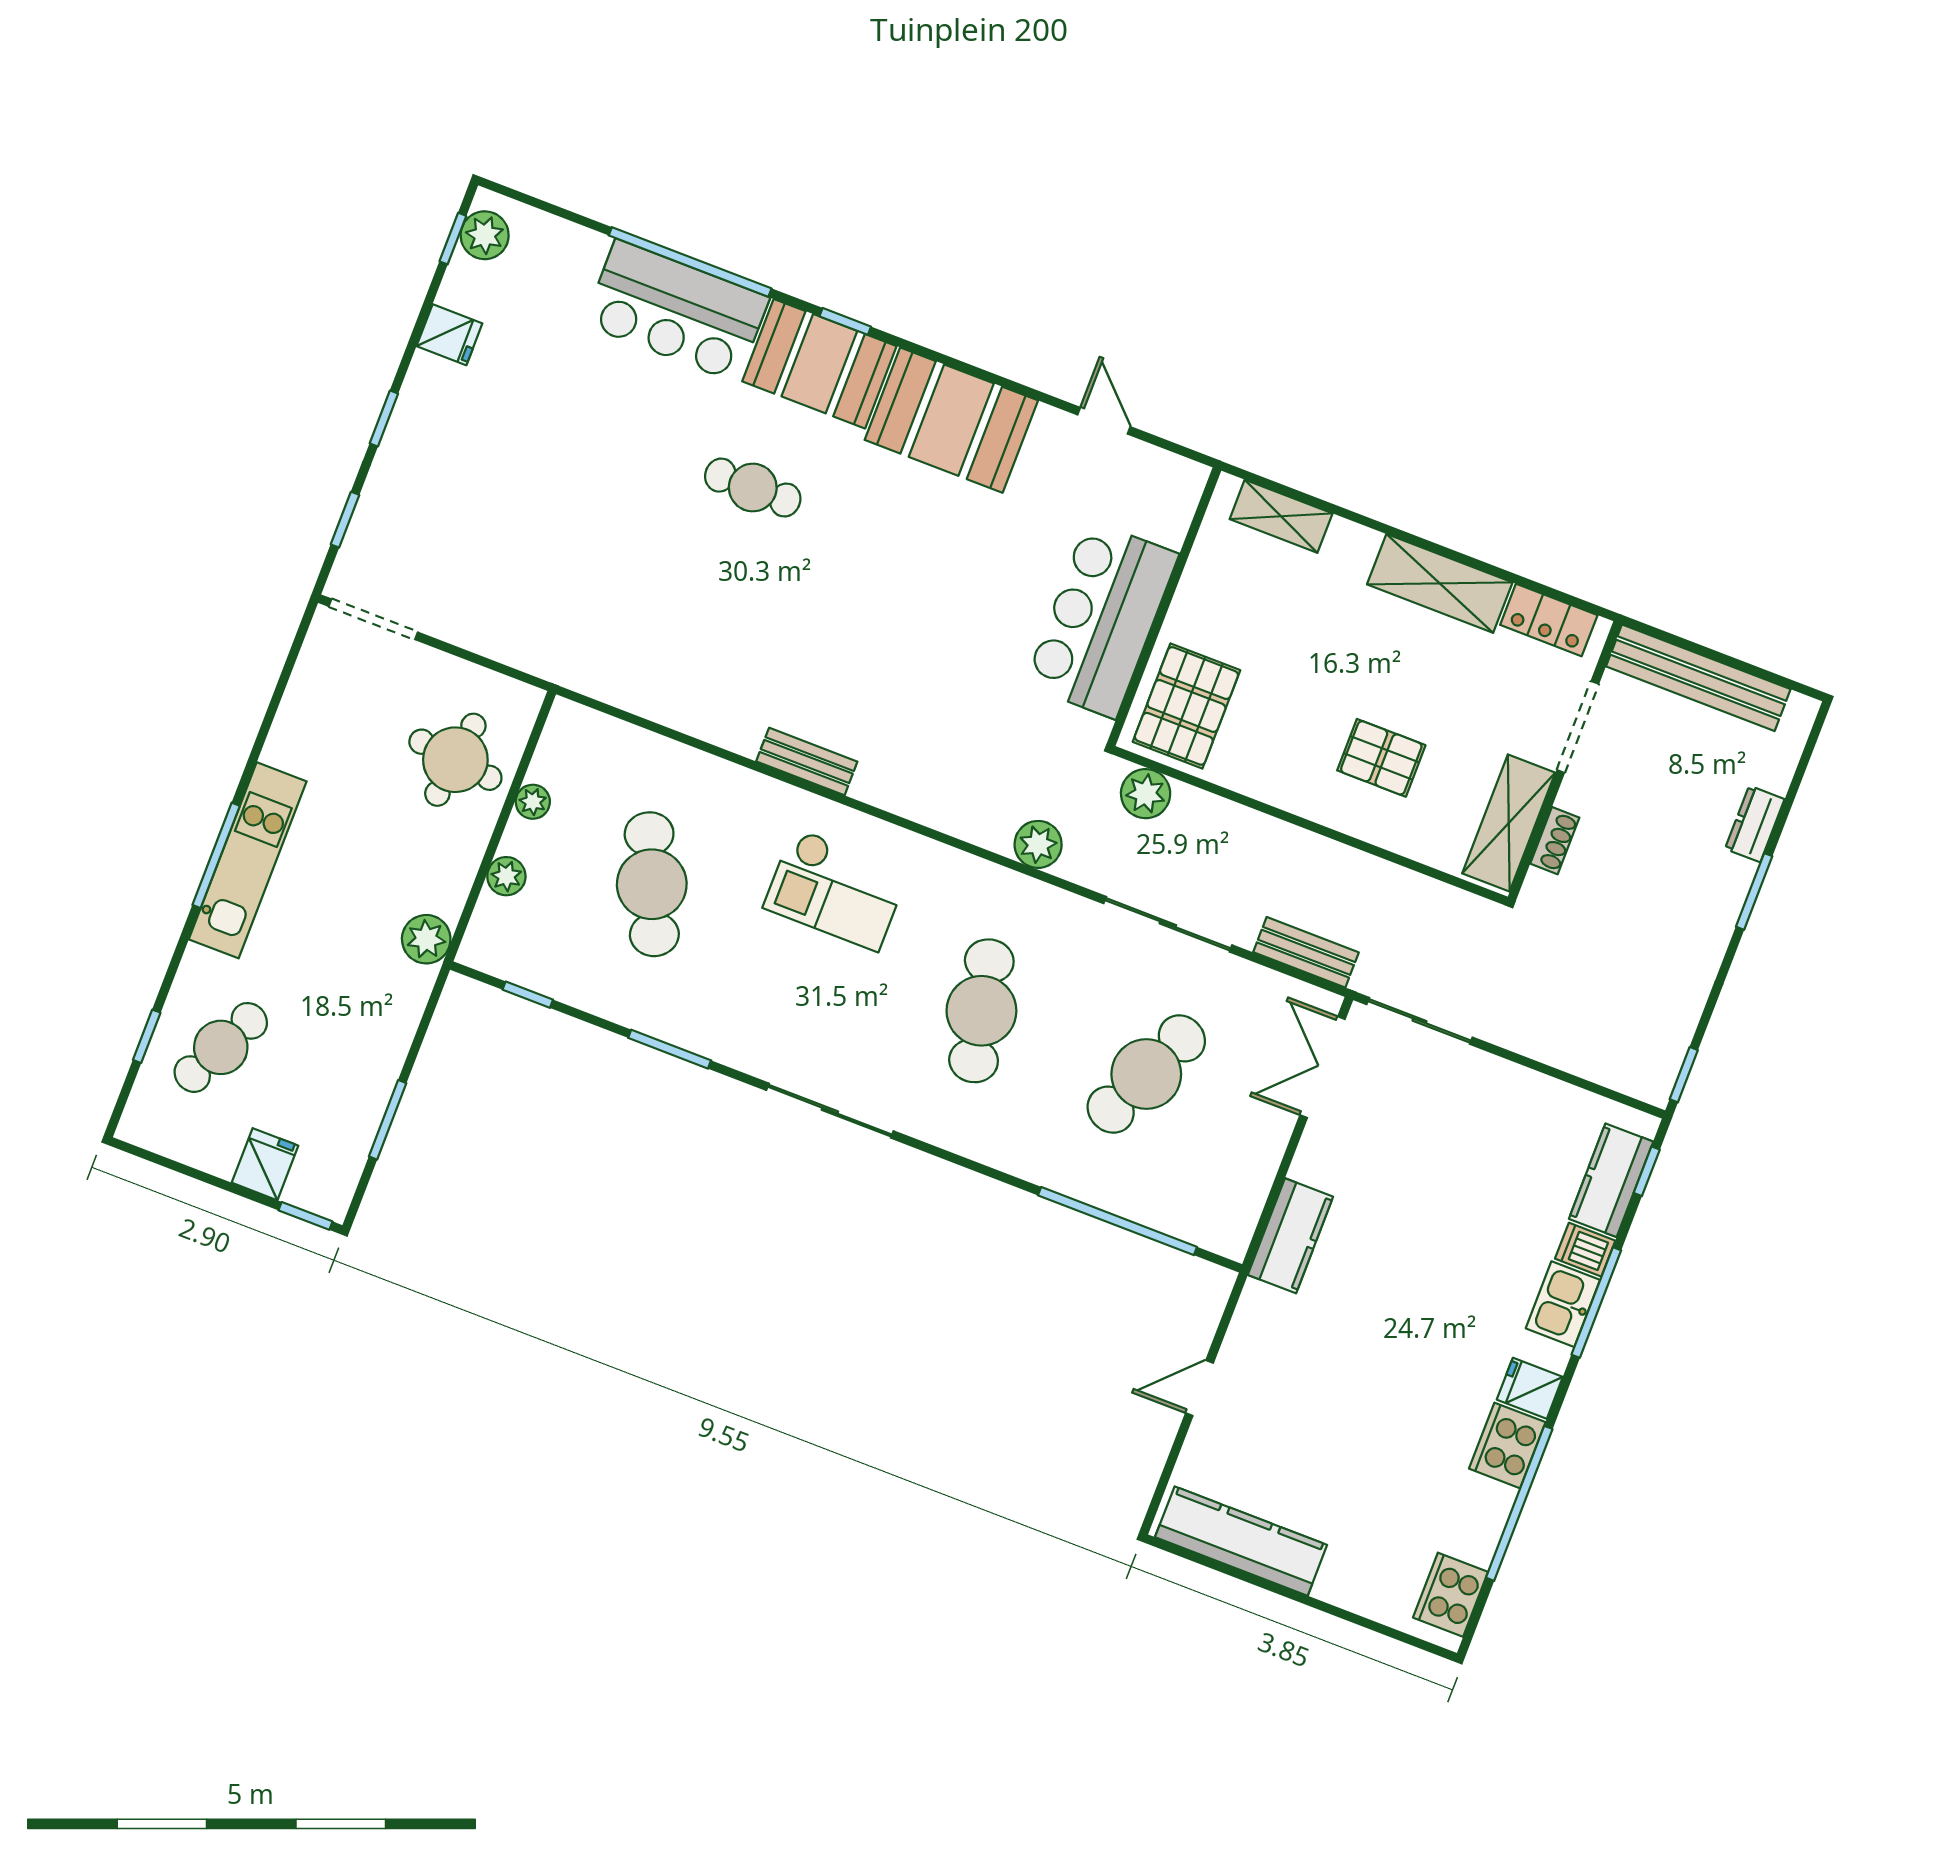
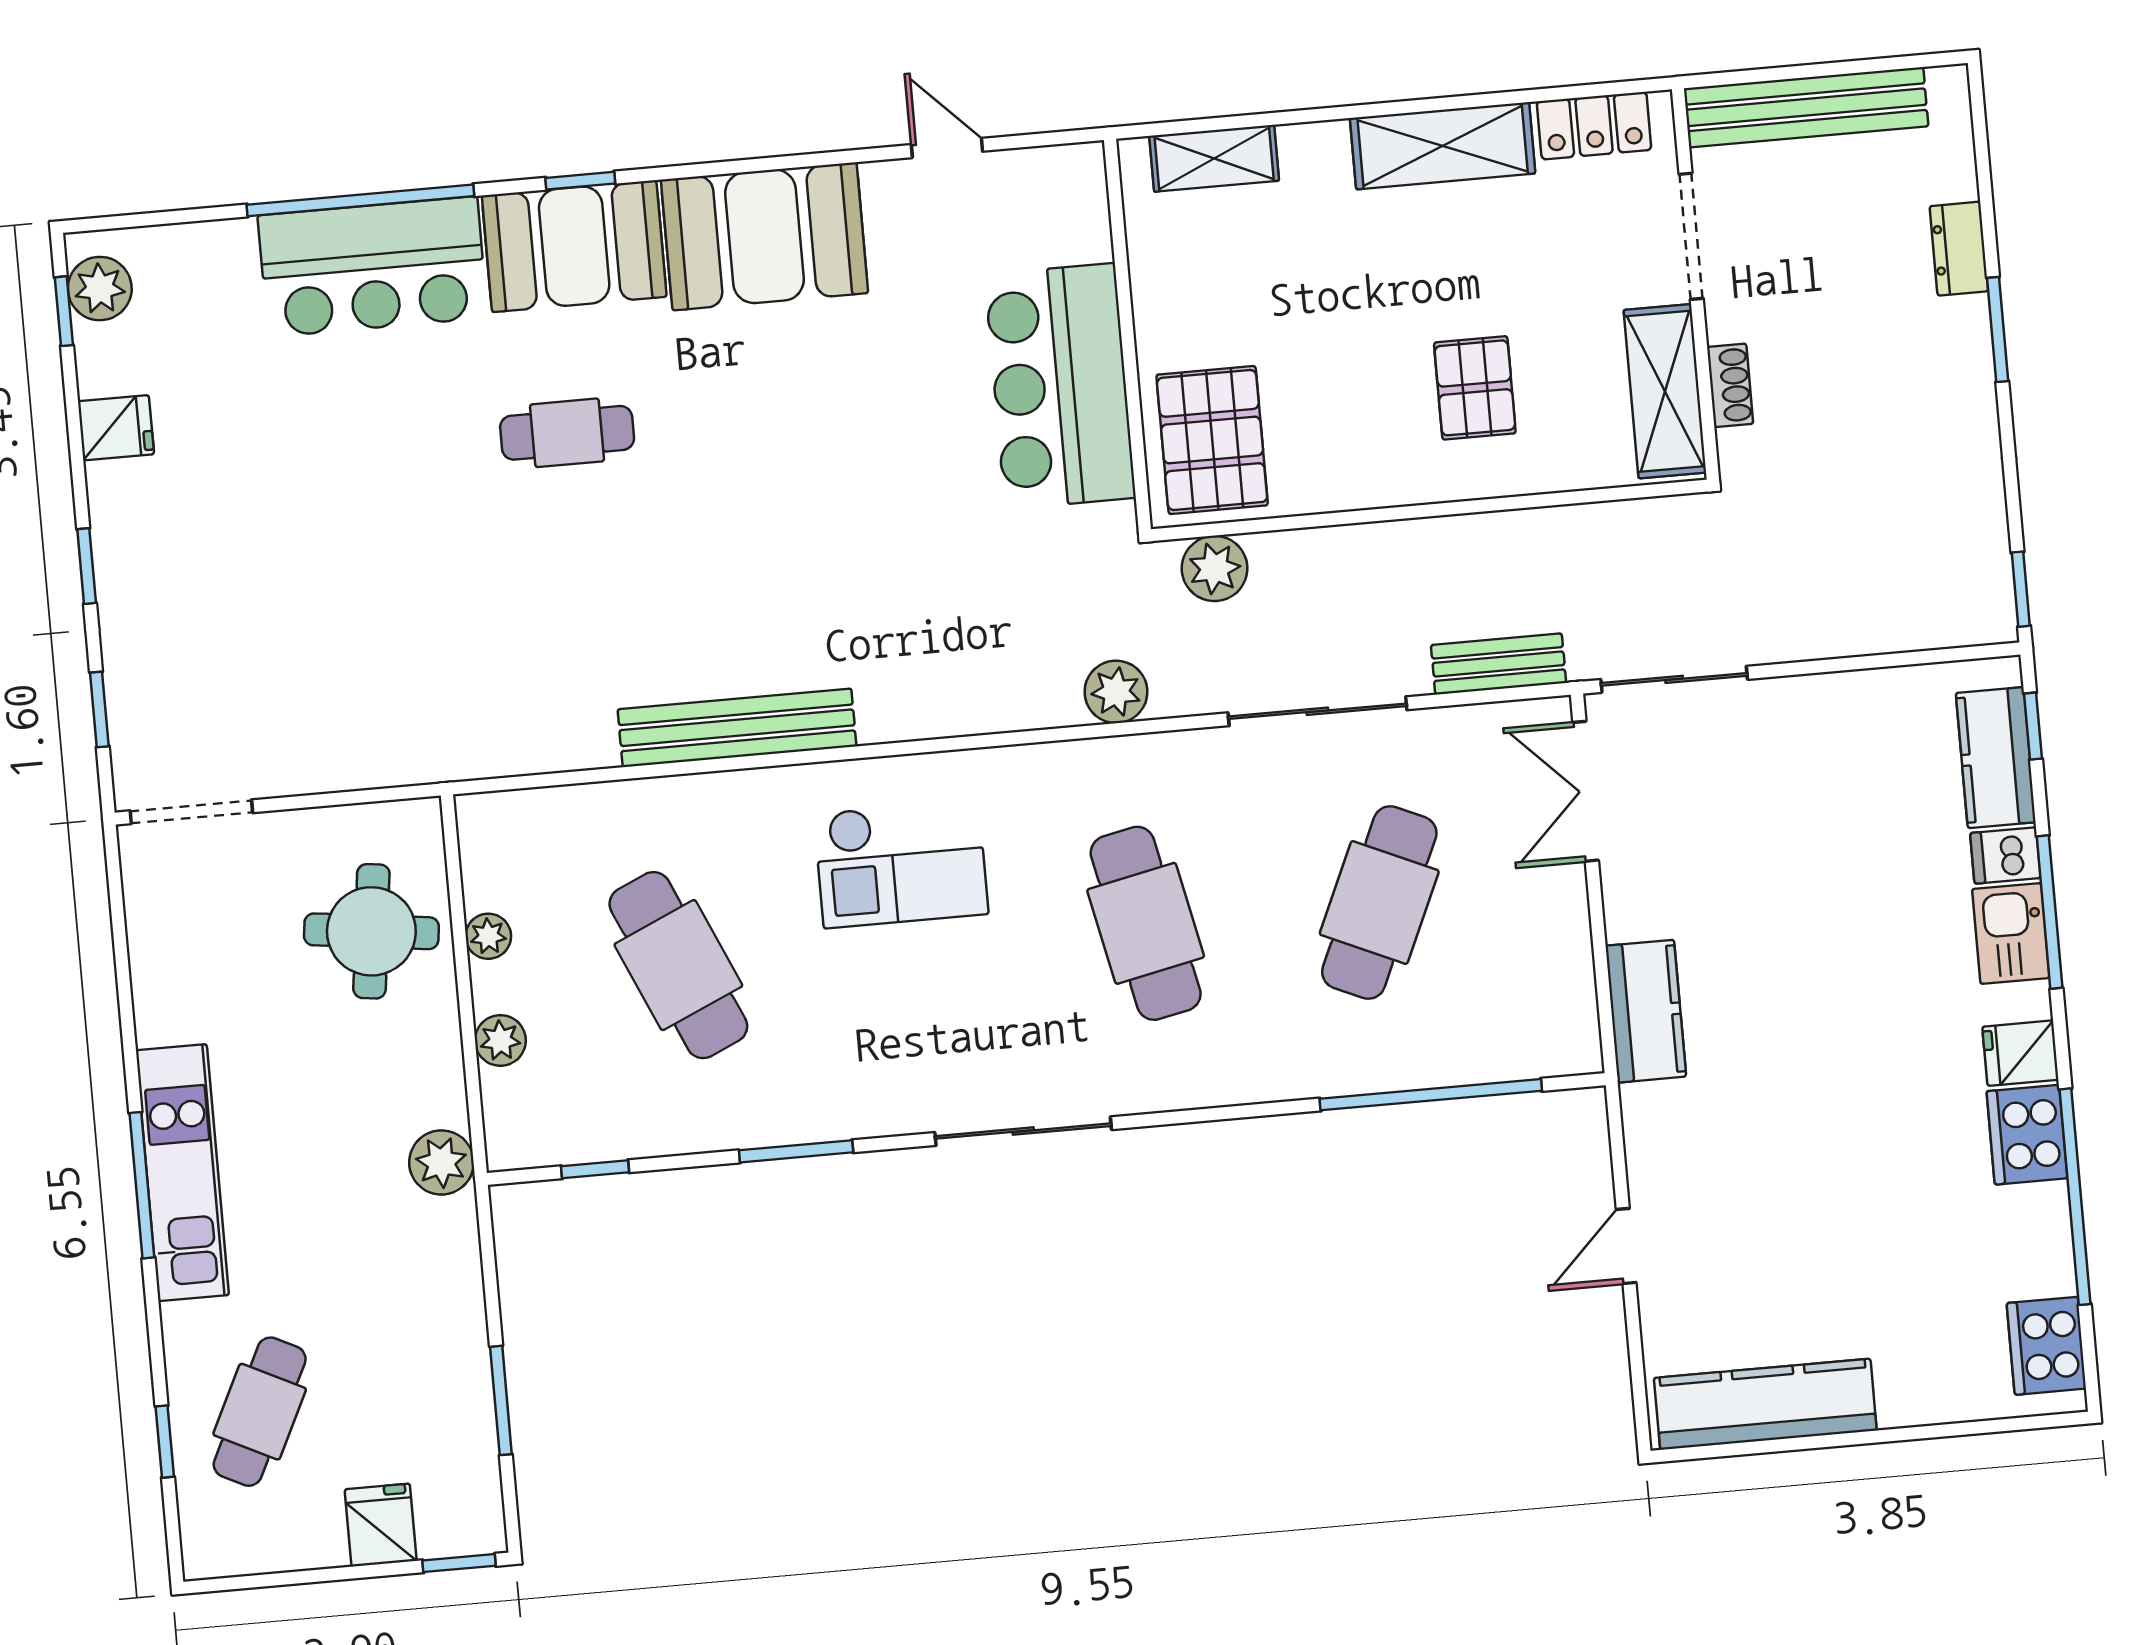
pallet: (1381, 758) -> (1475, 388), turned 90
bench: (807, 761) -> (737, 728), width x1.86, depth x1.21

